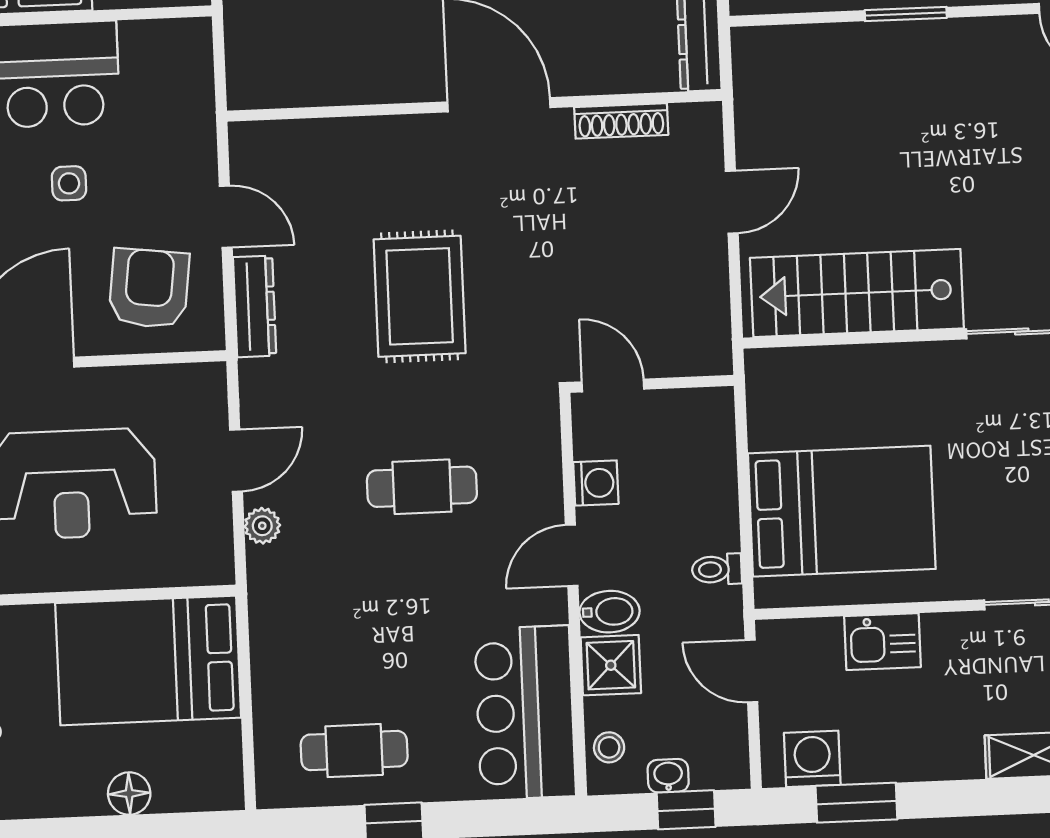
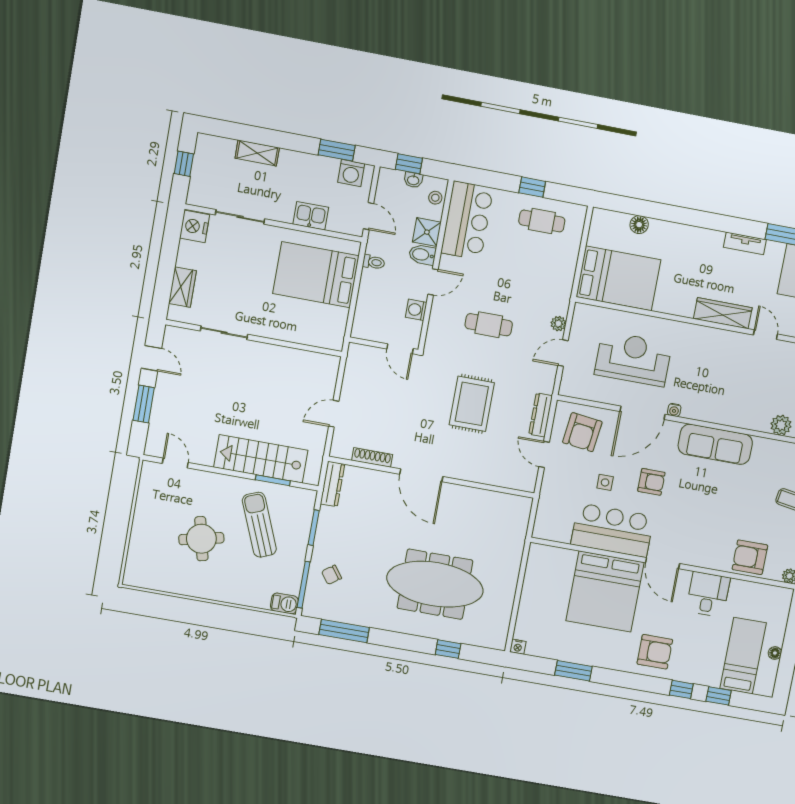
window: (906, 14) -> (273, 480), moved
stairs: (857, 293) -> (261, 459), moved, turned 180

